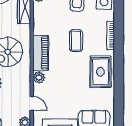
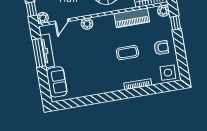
piano: (41, 53) -> (132, 18), moved
rug: (100, 72) -> (102, 80), removed

